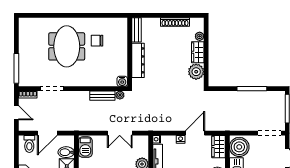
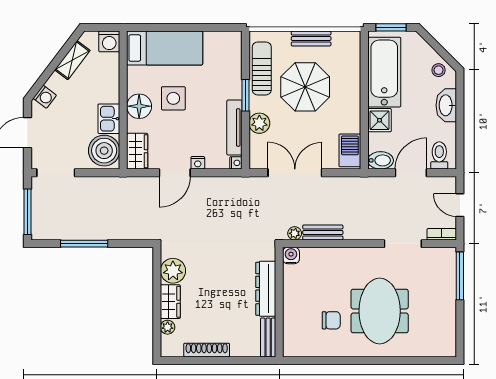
double door: (120, 133) -> (295, 173), width x1.37
bidet: (66, 152) -> (381, 160), moved

